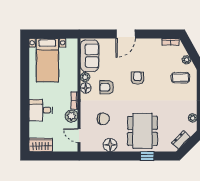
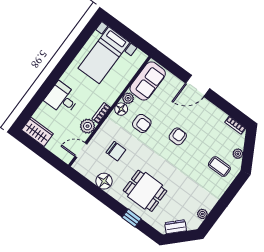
armchair: (107, 87) -> (142, 123), turned 180
dining table: (142, 131) -> (145, 191), width x0.73
door: (79, 136) -> (81, 150), hinge flipped

